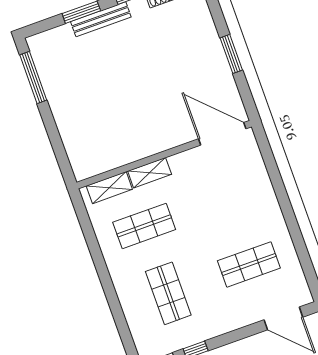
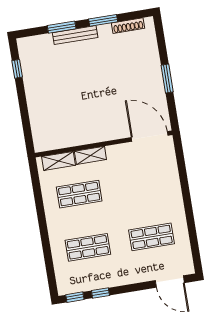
window: (33, 77) -> (17, 69), width x0.46
shop shelf: (168, 293) -> (88, 247), turned 90

